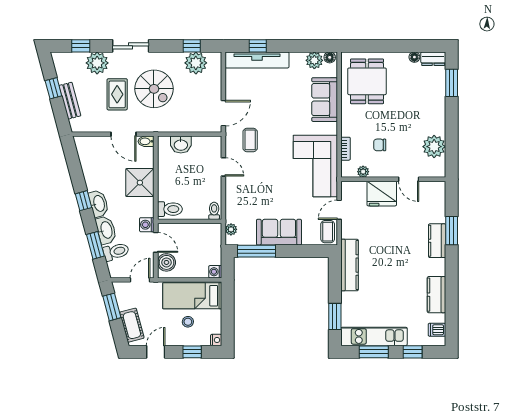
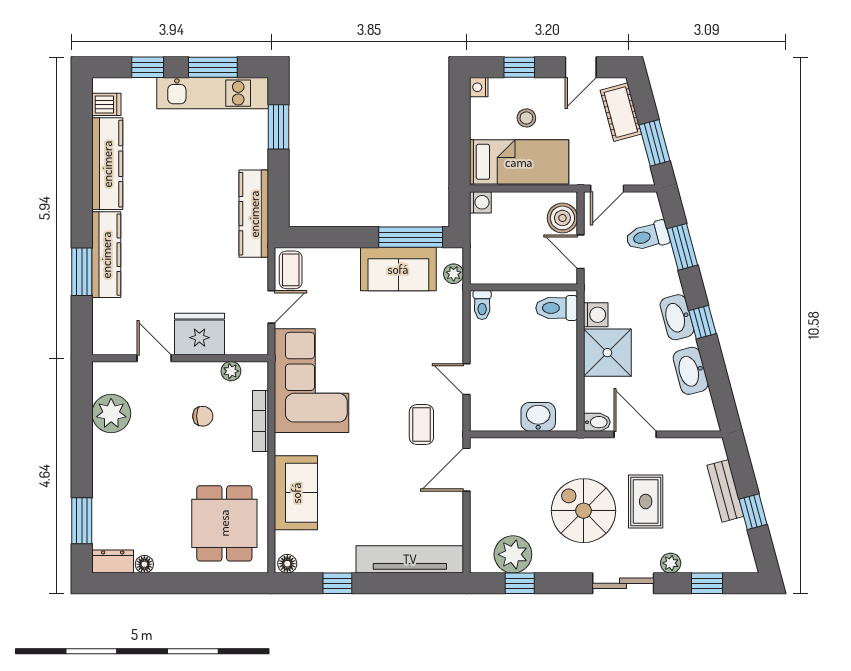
window: (258, 46) -> (337, 583), moved
plant: (314, 60) -> (313, 559), removed
plant: (97, 63) -> (671, 563), width x0.53, depth x0.53
bookcase: (346, 149) -> (260, 421), width x1.56
washing machine: (147, 225) -> (596, 315), moved
washbasin: (106, 230) -> (691, 371), moved
sofa: (279, 232) -> (398, 269), moved
kitchen counter: (437, 241) -> (106, 255), width x1.50
kitchen counter: (436, 295) -> (107, 164), width x1.50

